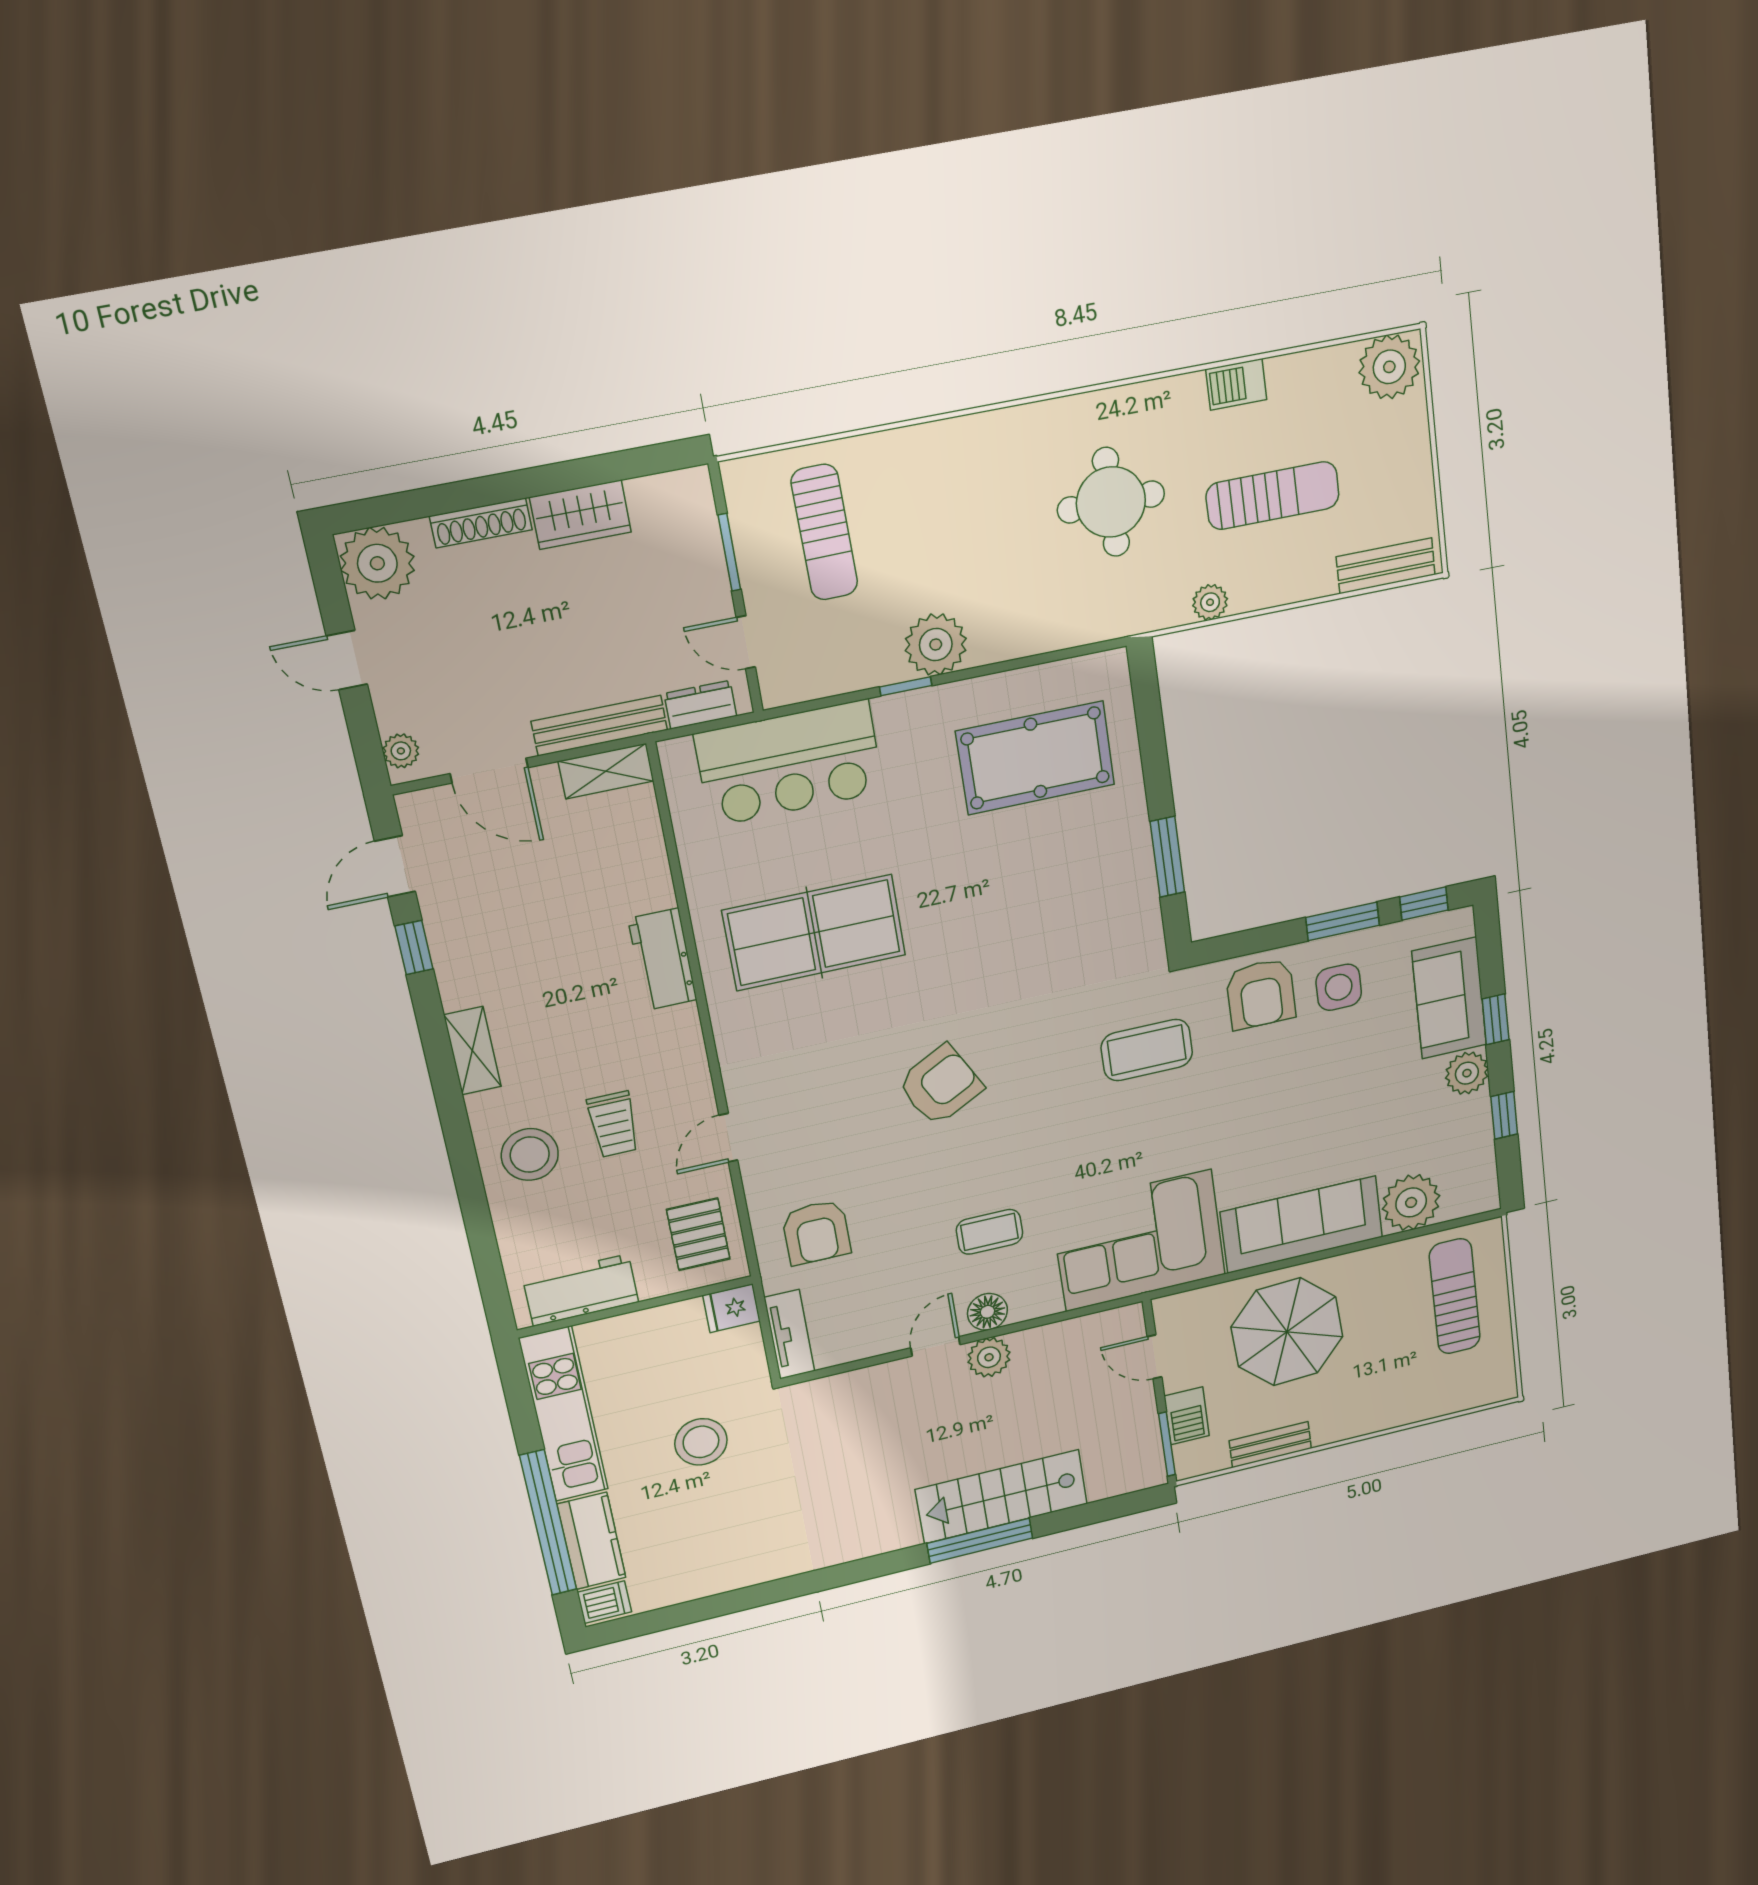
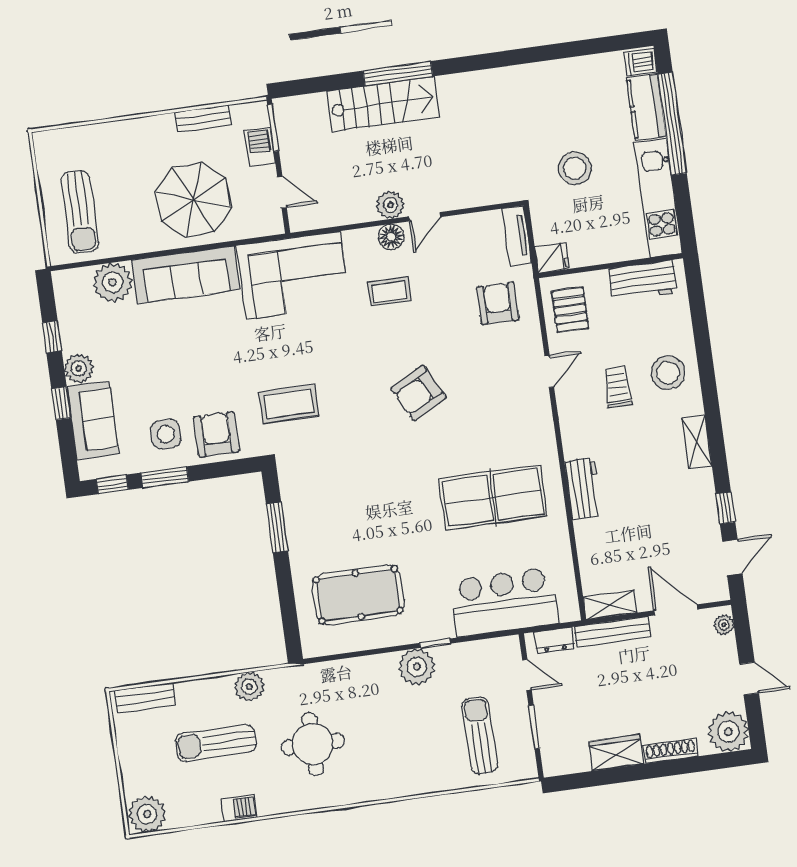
plant: (1210, 602) -> (249, 687), width x1.38, depth x1.38

